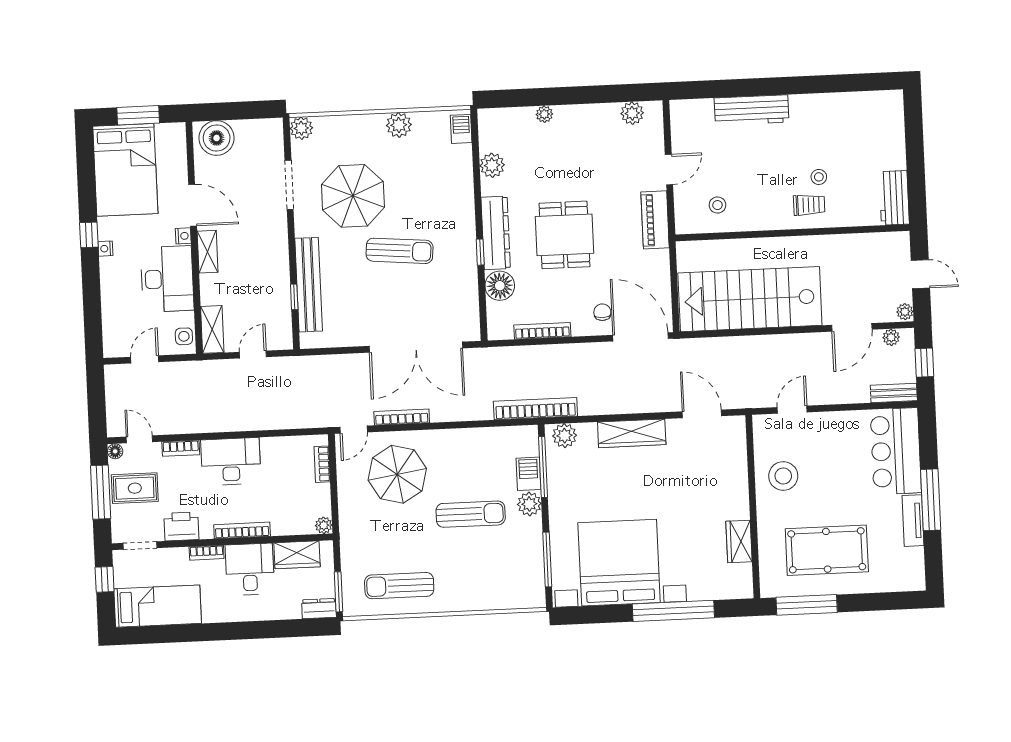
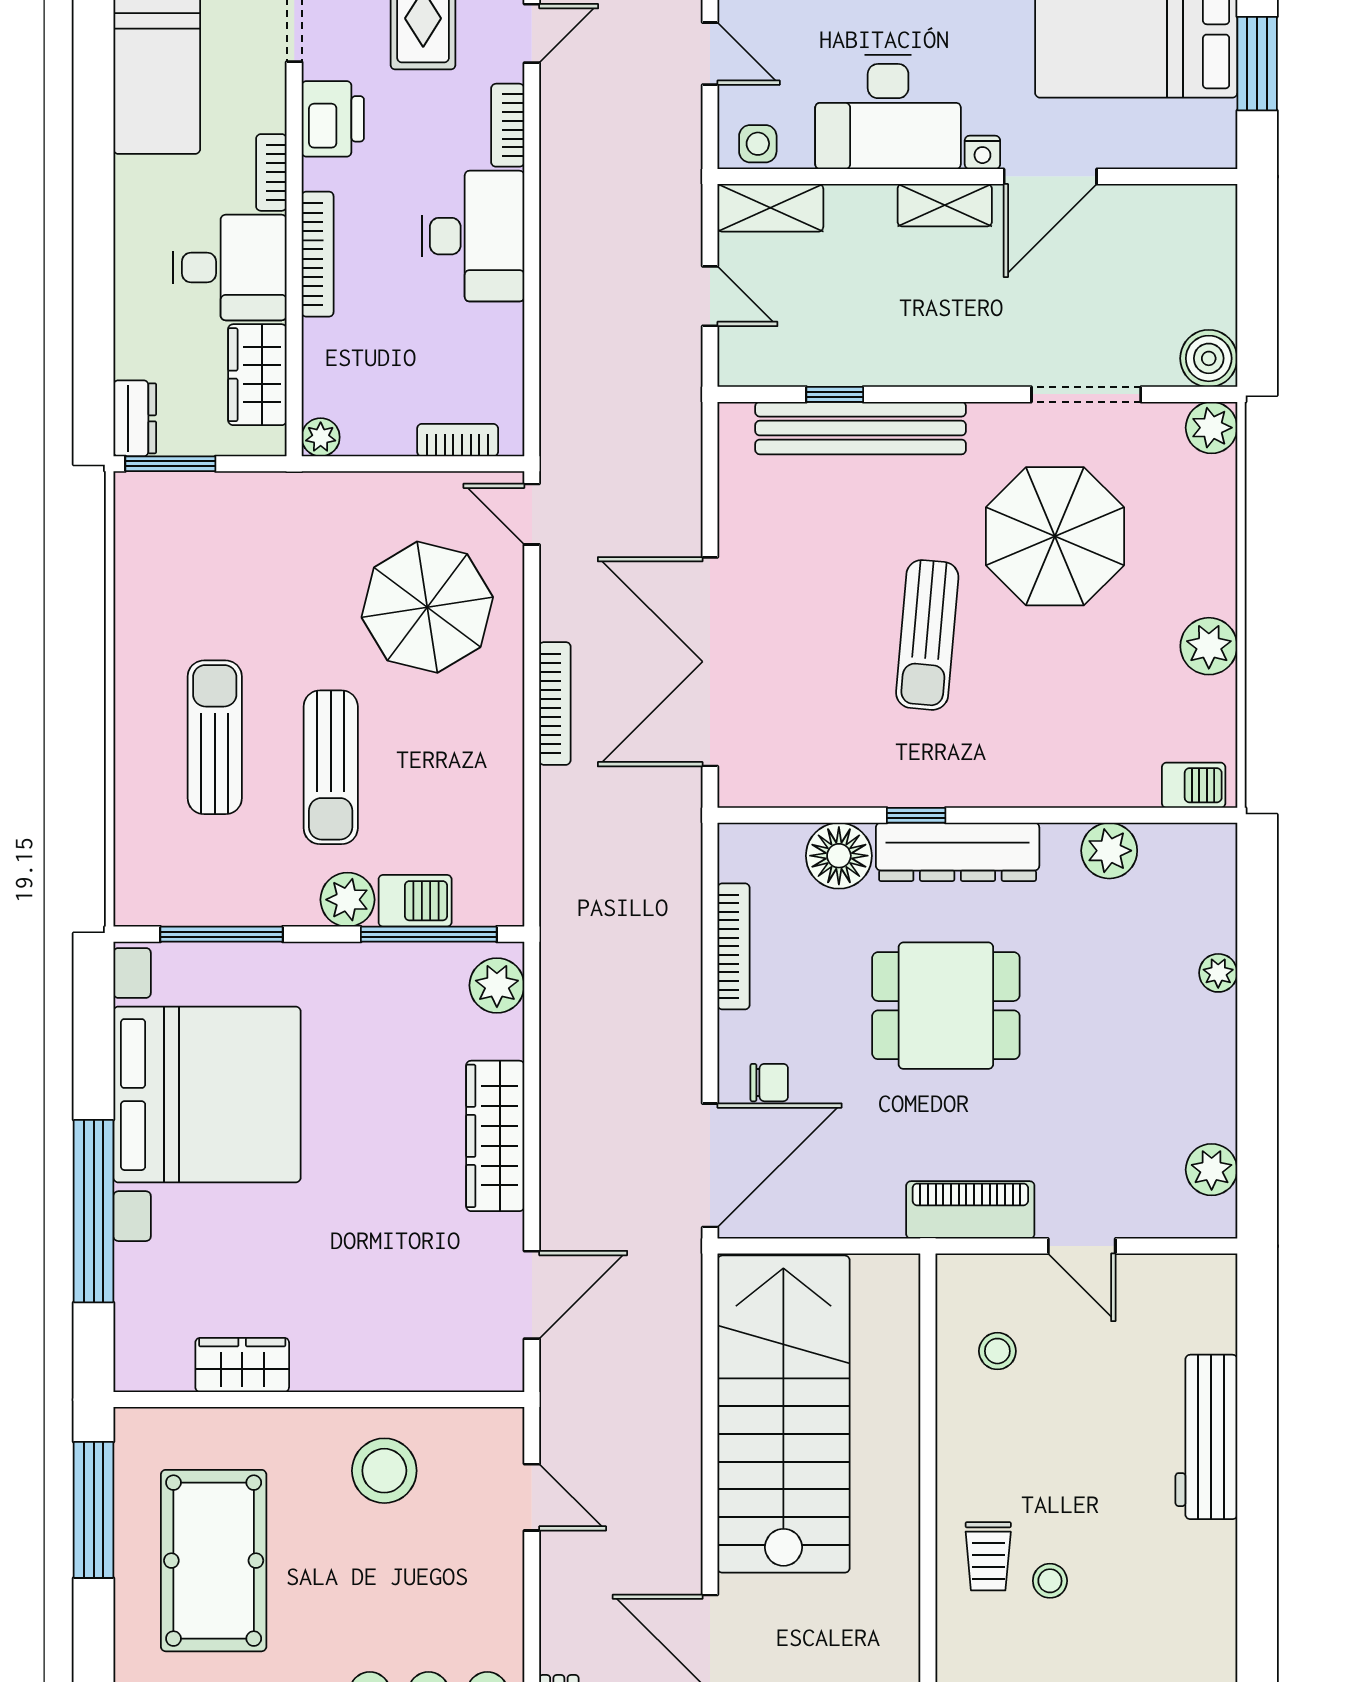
boiler: (217, 138) -> (1209, 358), moved, width x0.73, depth x0.73
bookcase: (535, 409) -> (560, 923), removed
bookcase: (402, 417) -> (555, 703), moved
sun lounger: (399, 586) -> (215, 737), moved

